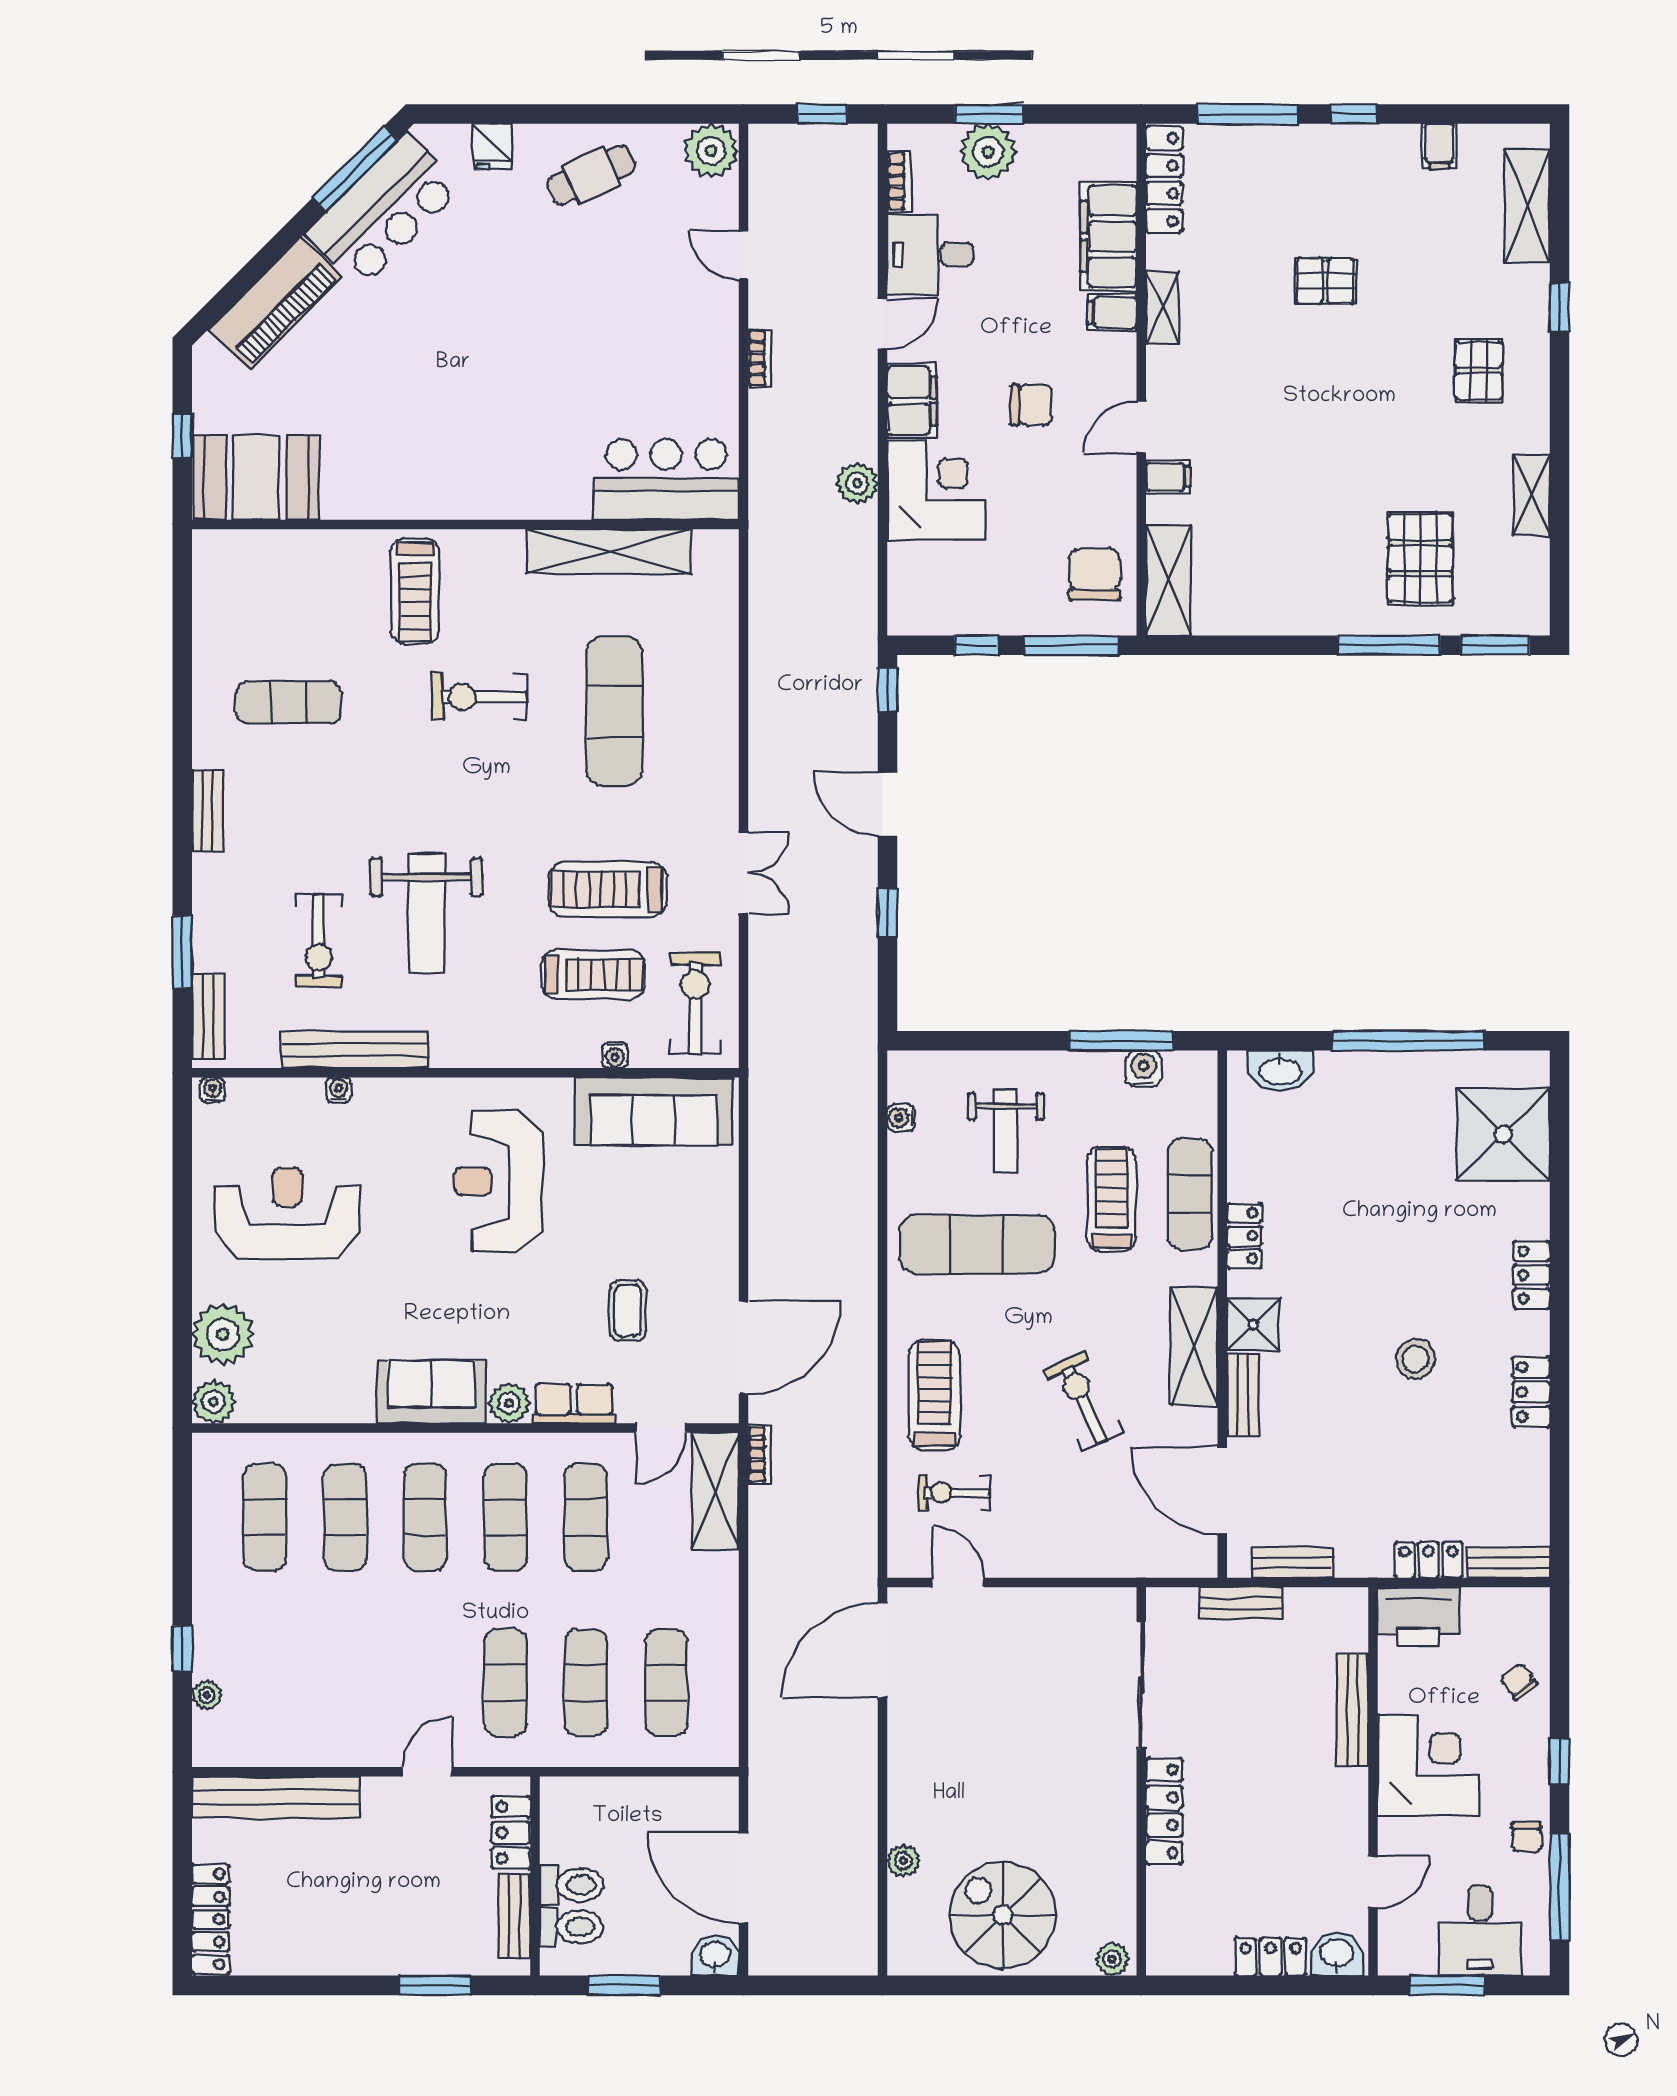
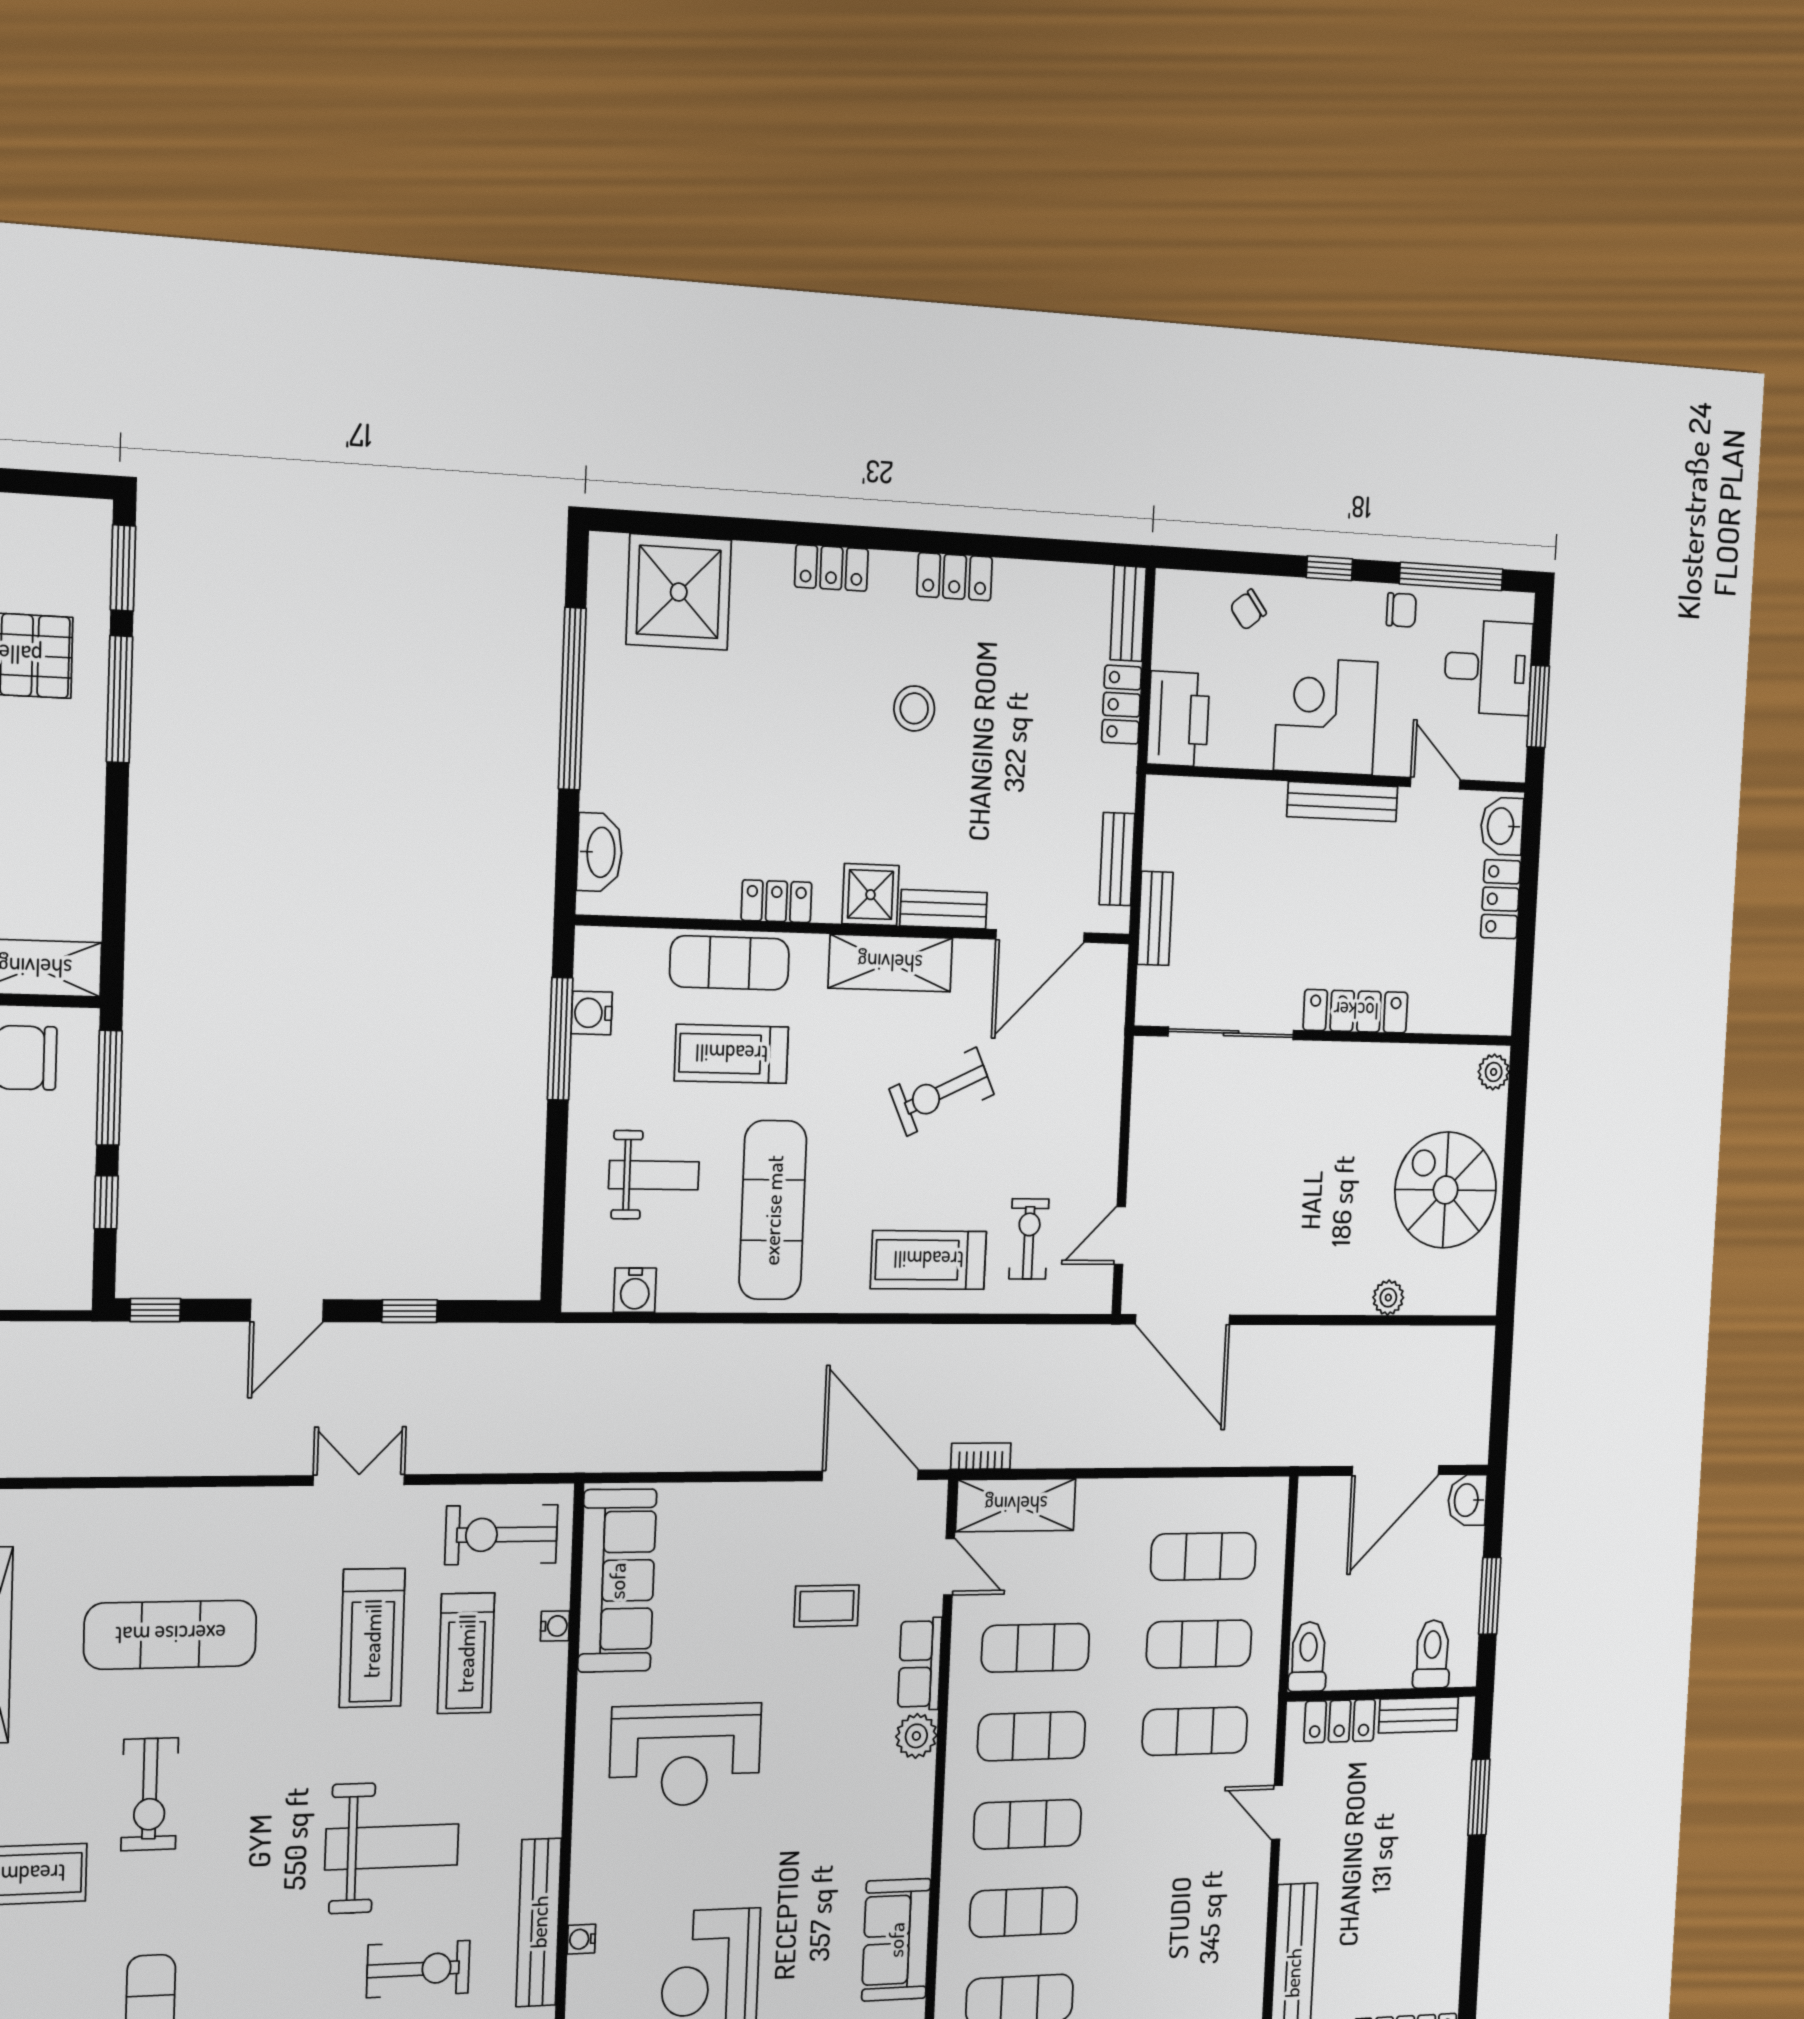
treadmill: (593, 975) -> (466, 1653), turned 180
water cooler: (901, 1118) -> (635, 1290), width x1.38, depth x1.38
sofa: (431, 1392) -> (896, 1940), moved
exercise bike: (954, 1492) -> (1029, 1239), turned 180
bench: (1353, 1710) -> (1342, 802), moved
toilet: (572, 1885) -> (1308, 1657), moved
spiral stairs: (1003, 1915) -> (1446, 1190), turned 90

